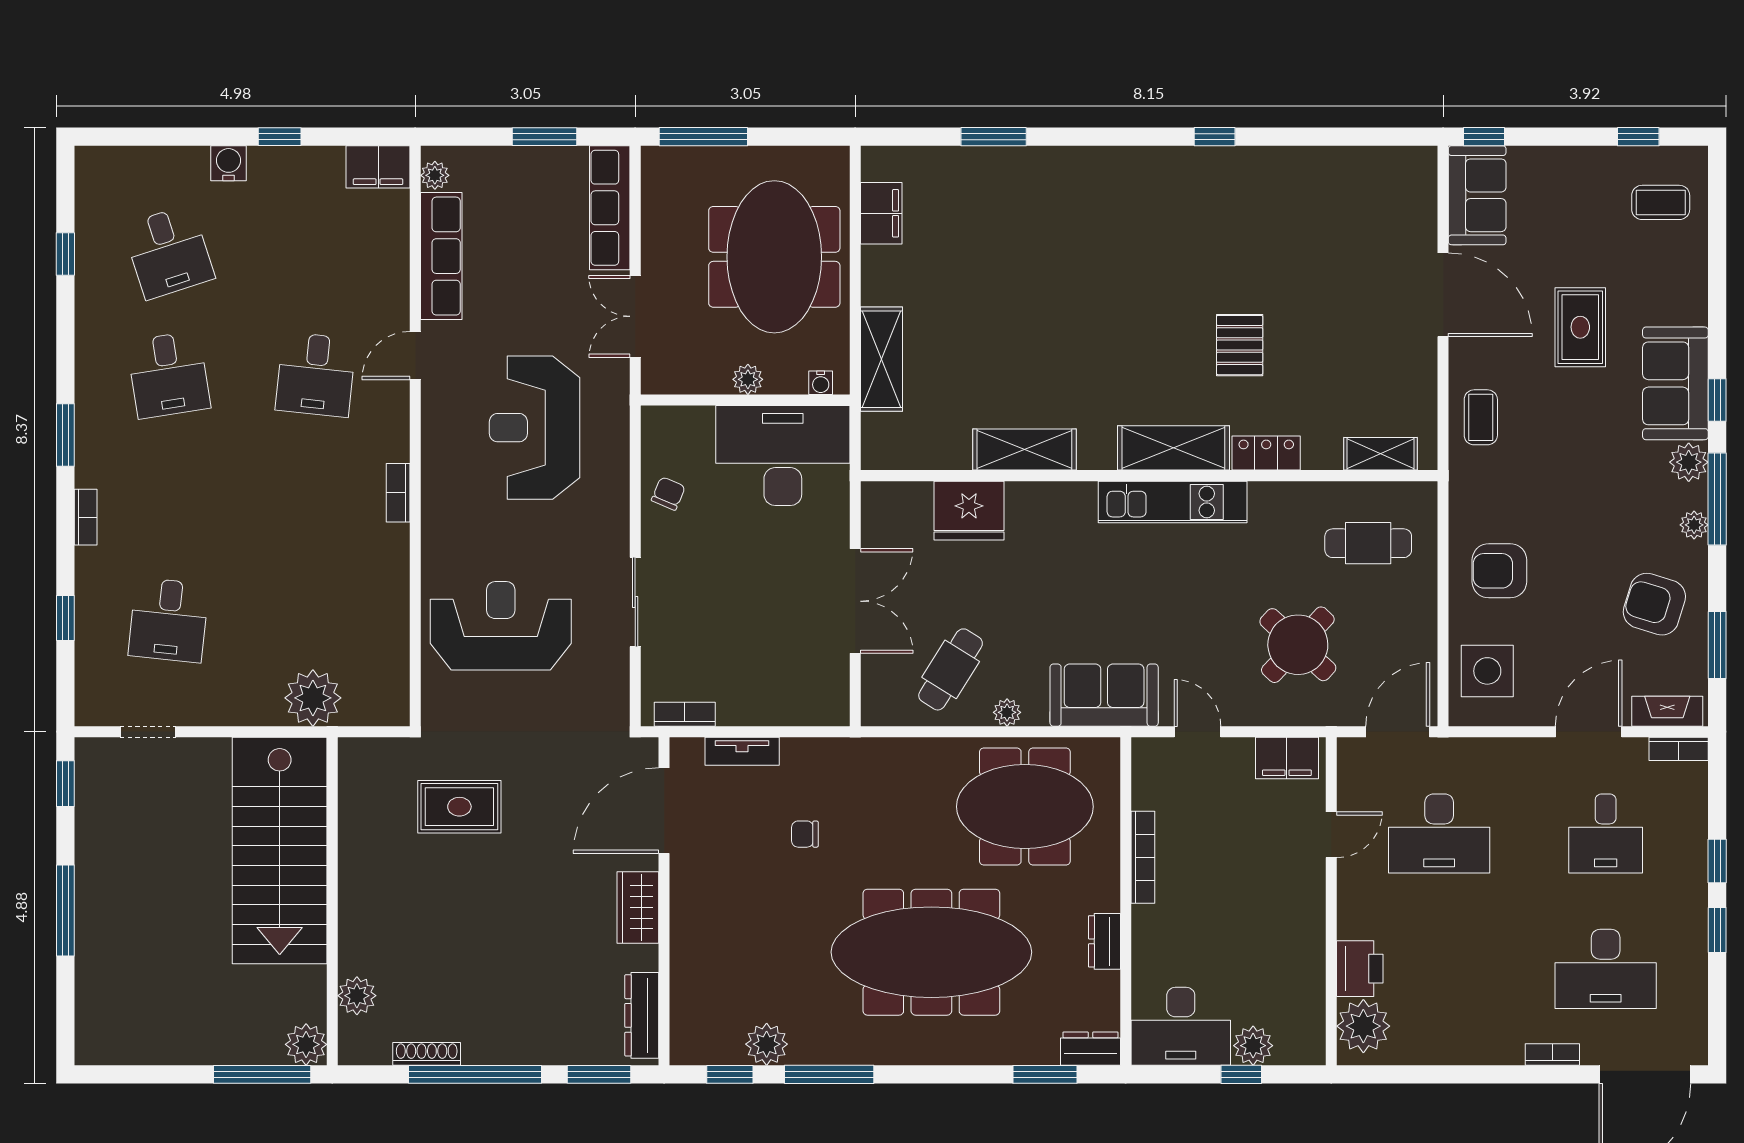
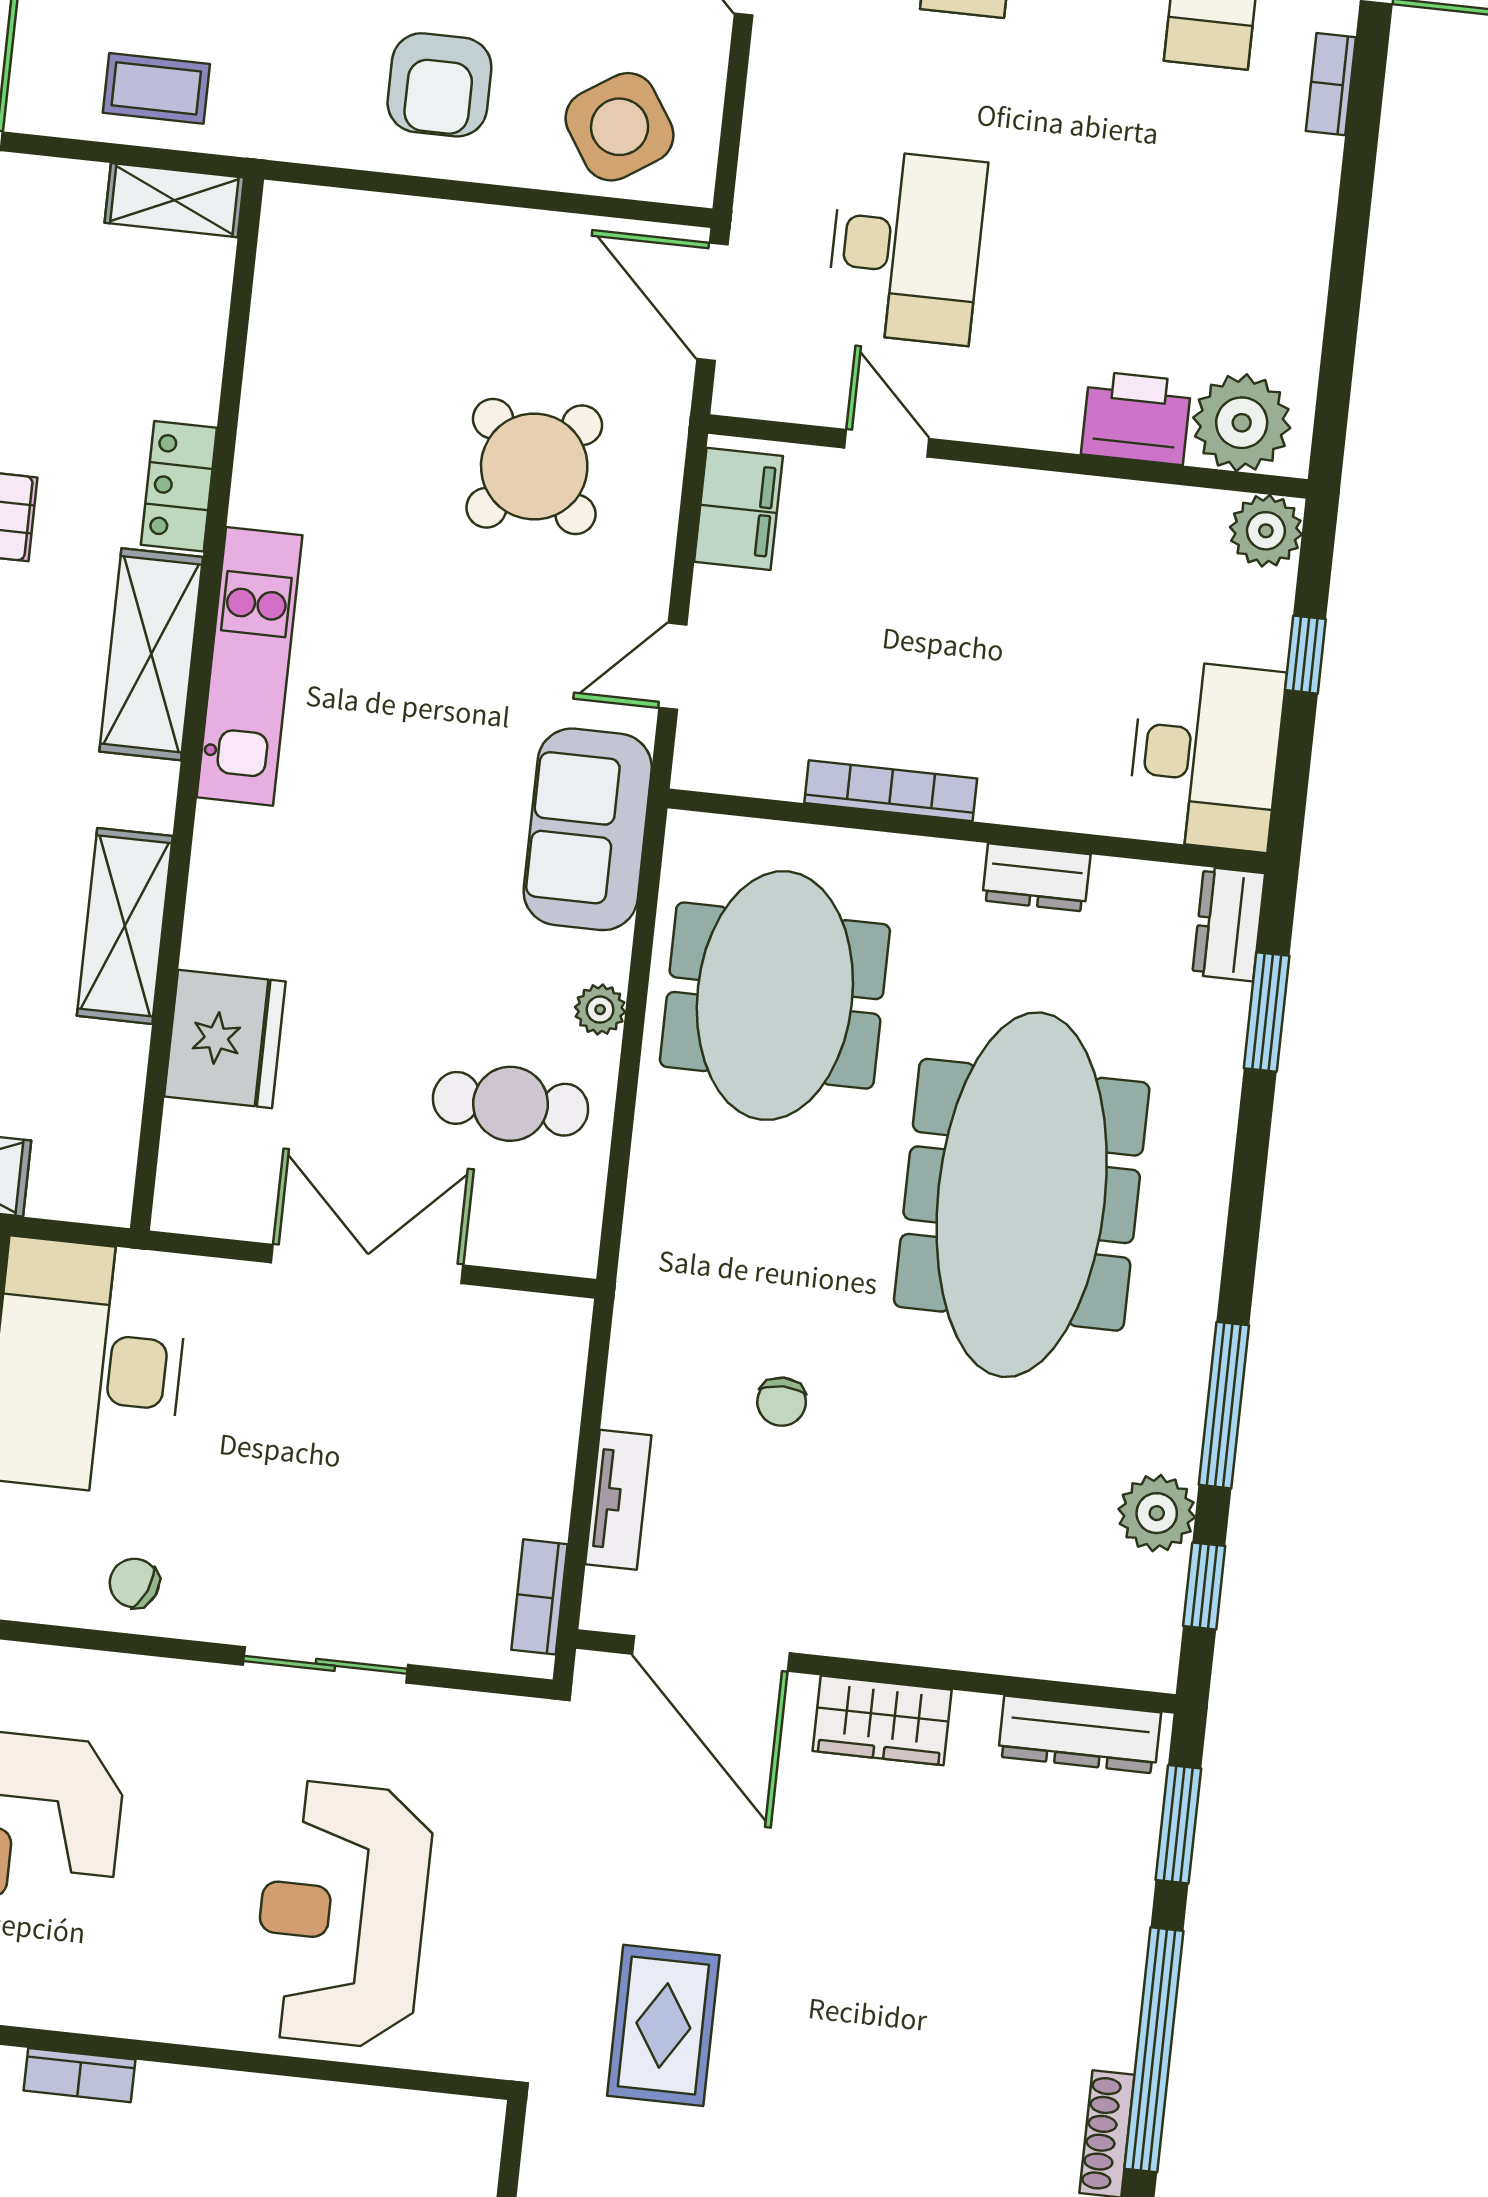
shelving: (1380, 454) -> (174, 200), moved, turned 90
cafe table: (1368, 543) -> (363, 318), removed
cafe table: (951, 669) -> (510, 1104), turned -32
side table: (1487, 671) -> (620, 127), turned -33
plant: (1253, 1046) -> (1266, 531), moved

